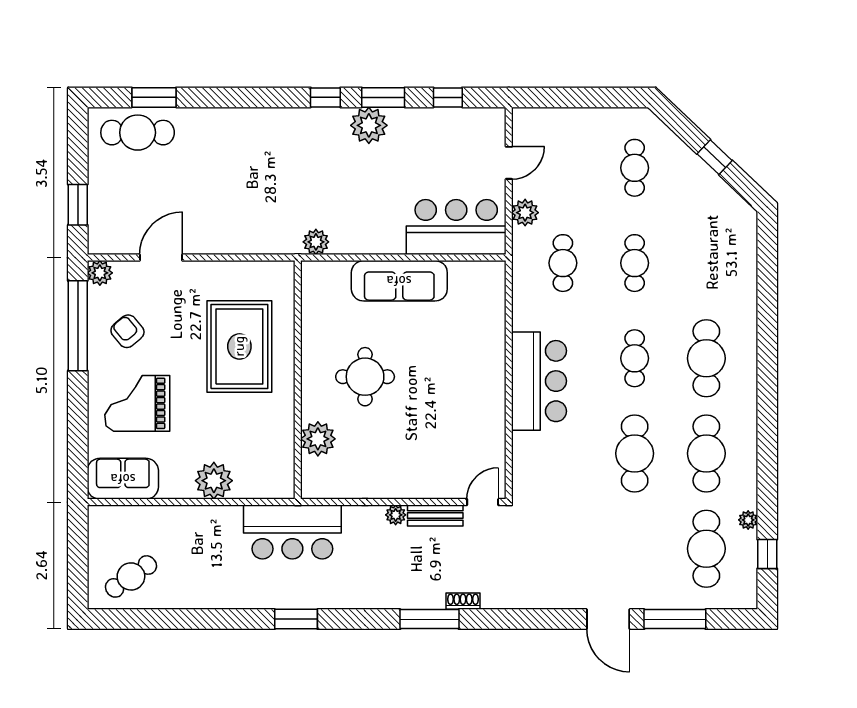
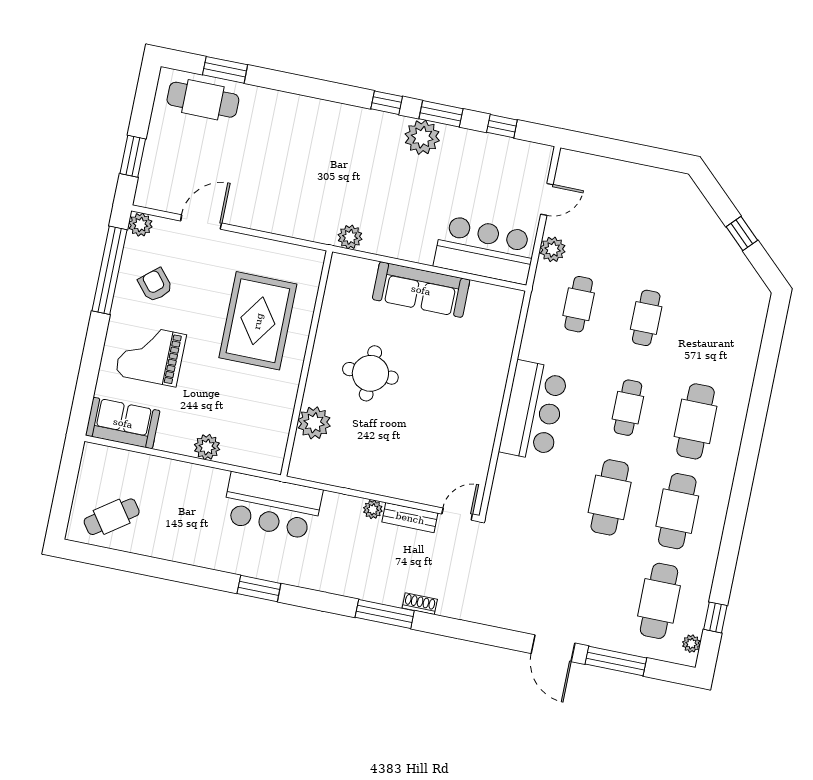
cafe table: (635, 168) -> (664, 228), removed
plant: (214, 481) -> (207, 447), width x0.73, depth x0.73
plant: (748, 520) -> (691, 644), moved

